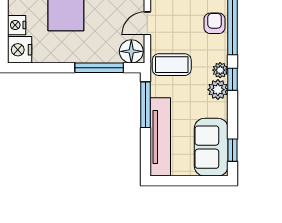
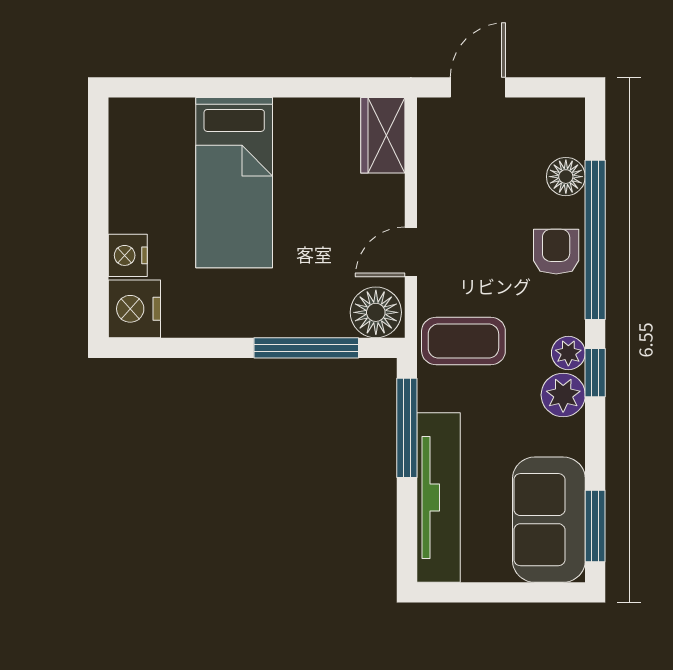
window: (233, 150) -> (595, 526), width x1.50

